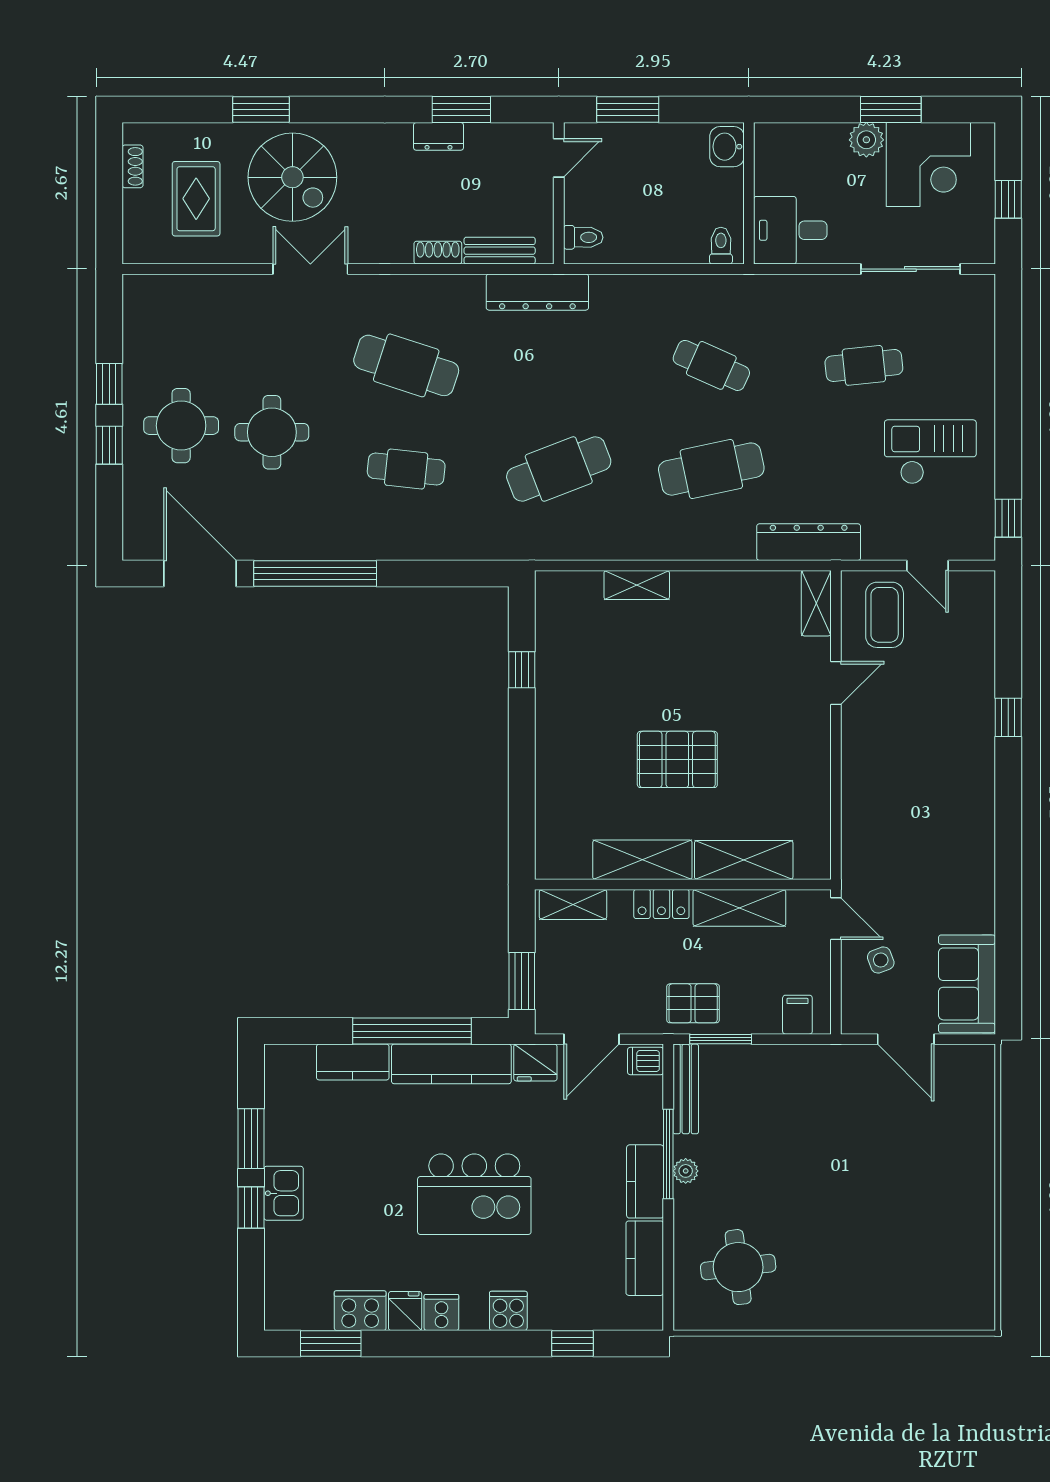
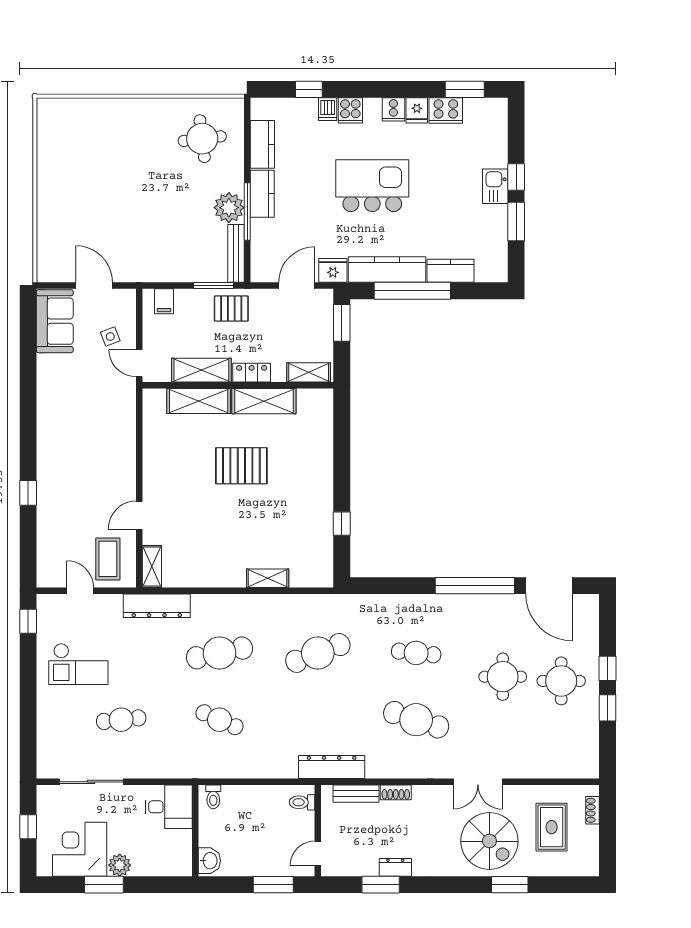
shoe rack: (133, 166) -> (592, 810), moved
spiral stairs: (292, 177) -> (489, 841), turned 180
dishwasher: (646, 1061) -> (328, 109), moved, turned 90
plant: (686, 1171) -> (229, 208), width x1.87, depth x1.87

